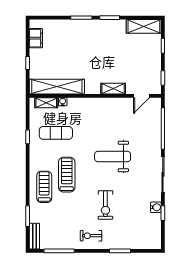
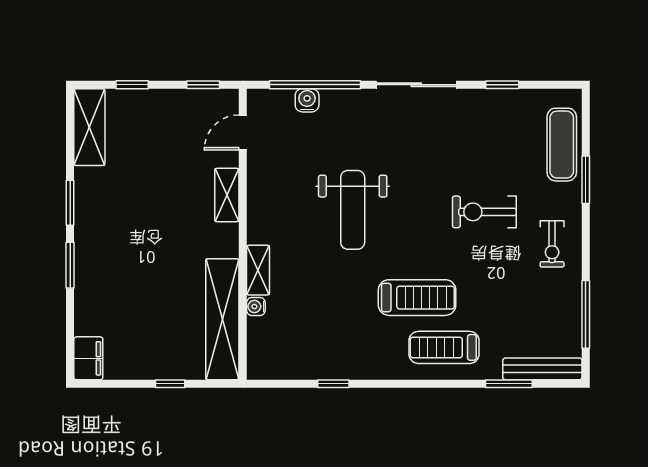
filing cabinet: (36, 38) -> (88, 358), moved, turned 90
door: (141, 96) -> (243, 132), swing flipped
shelving: (46, 103) -> (258, 270), moved
exercise mat: (56, 133) -> (562, 145), moved
weight bench: (113, 157) -> (353, 210), moved
treadmill: (67, 175) -> (417, 298), turned 180
exercise bike: (105, 205) -> (484, 212), turned 180
water cooler: (156, 207) -> (307, 100), moved
bench: (34, 236) -> (542, 369), width x1.36

